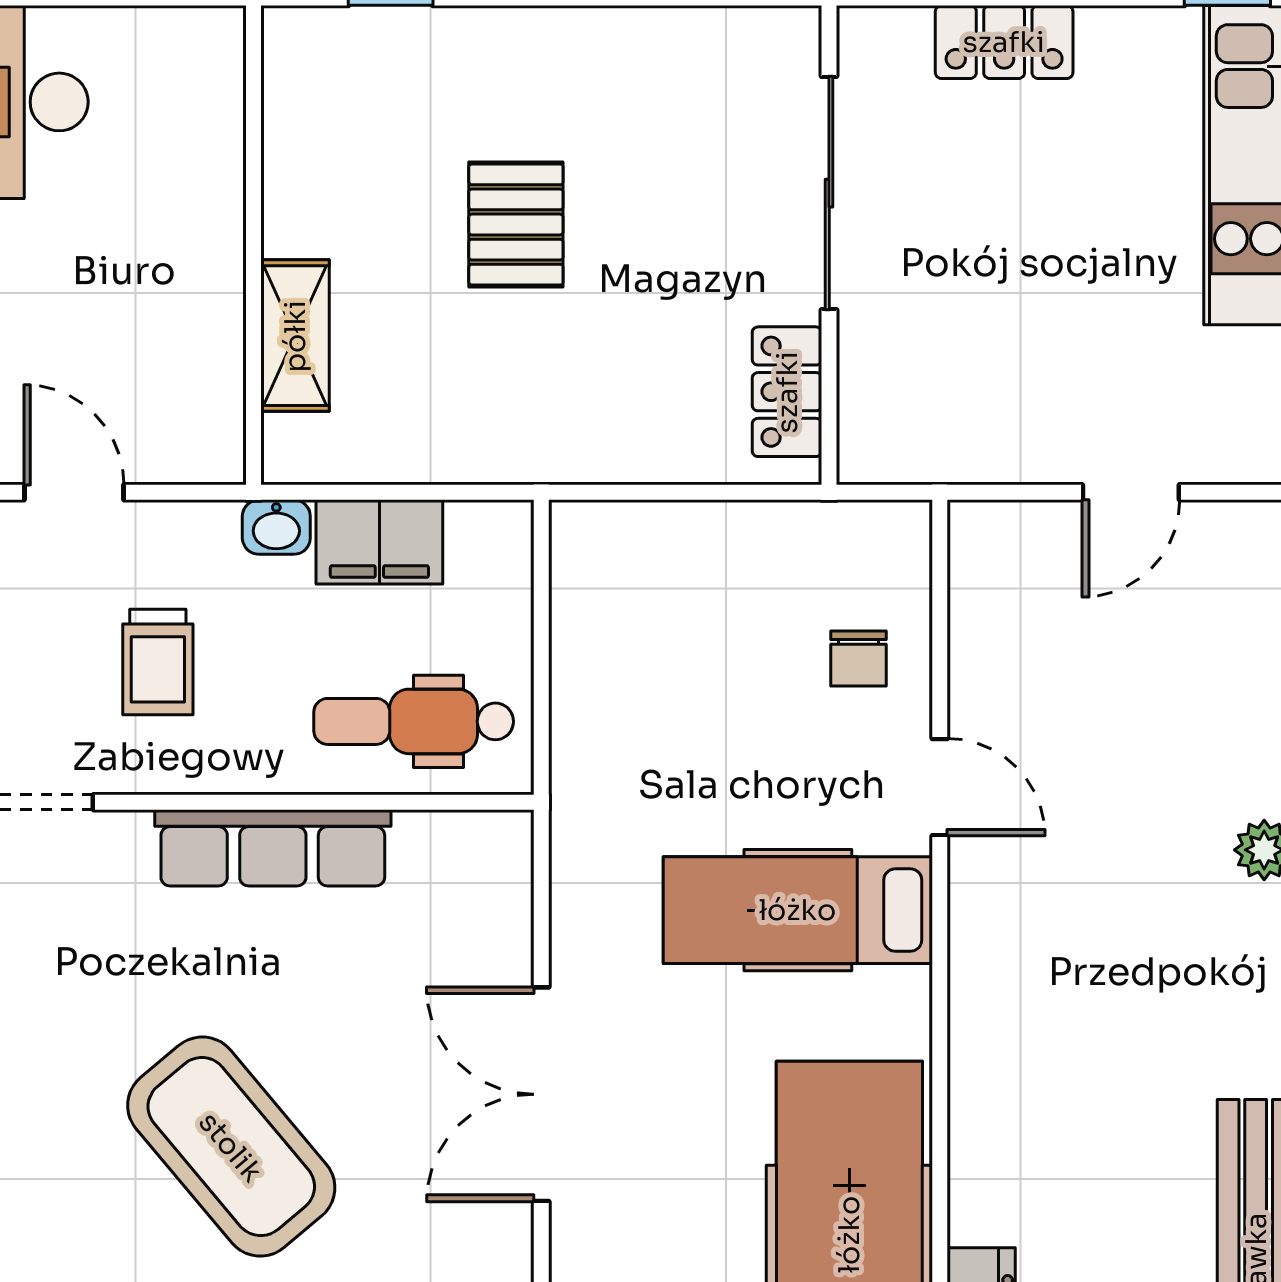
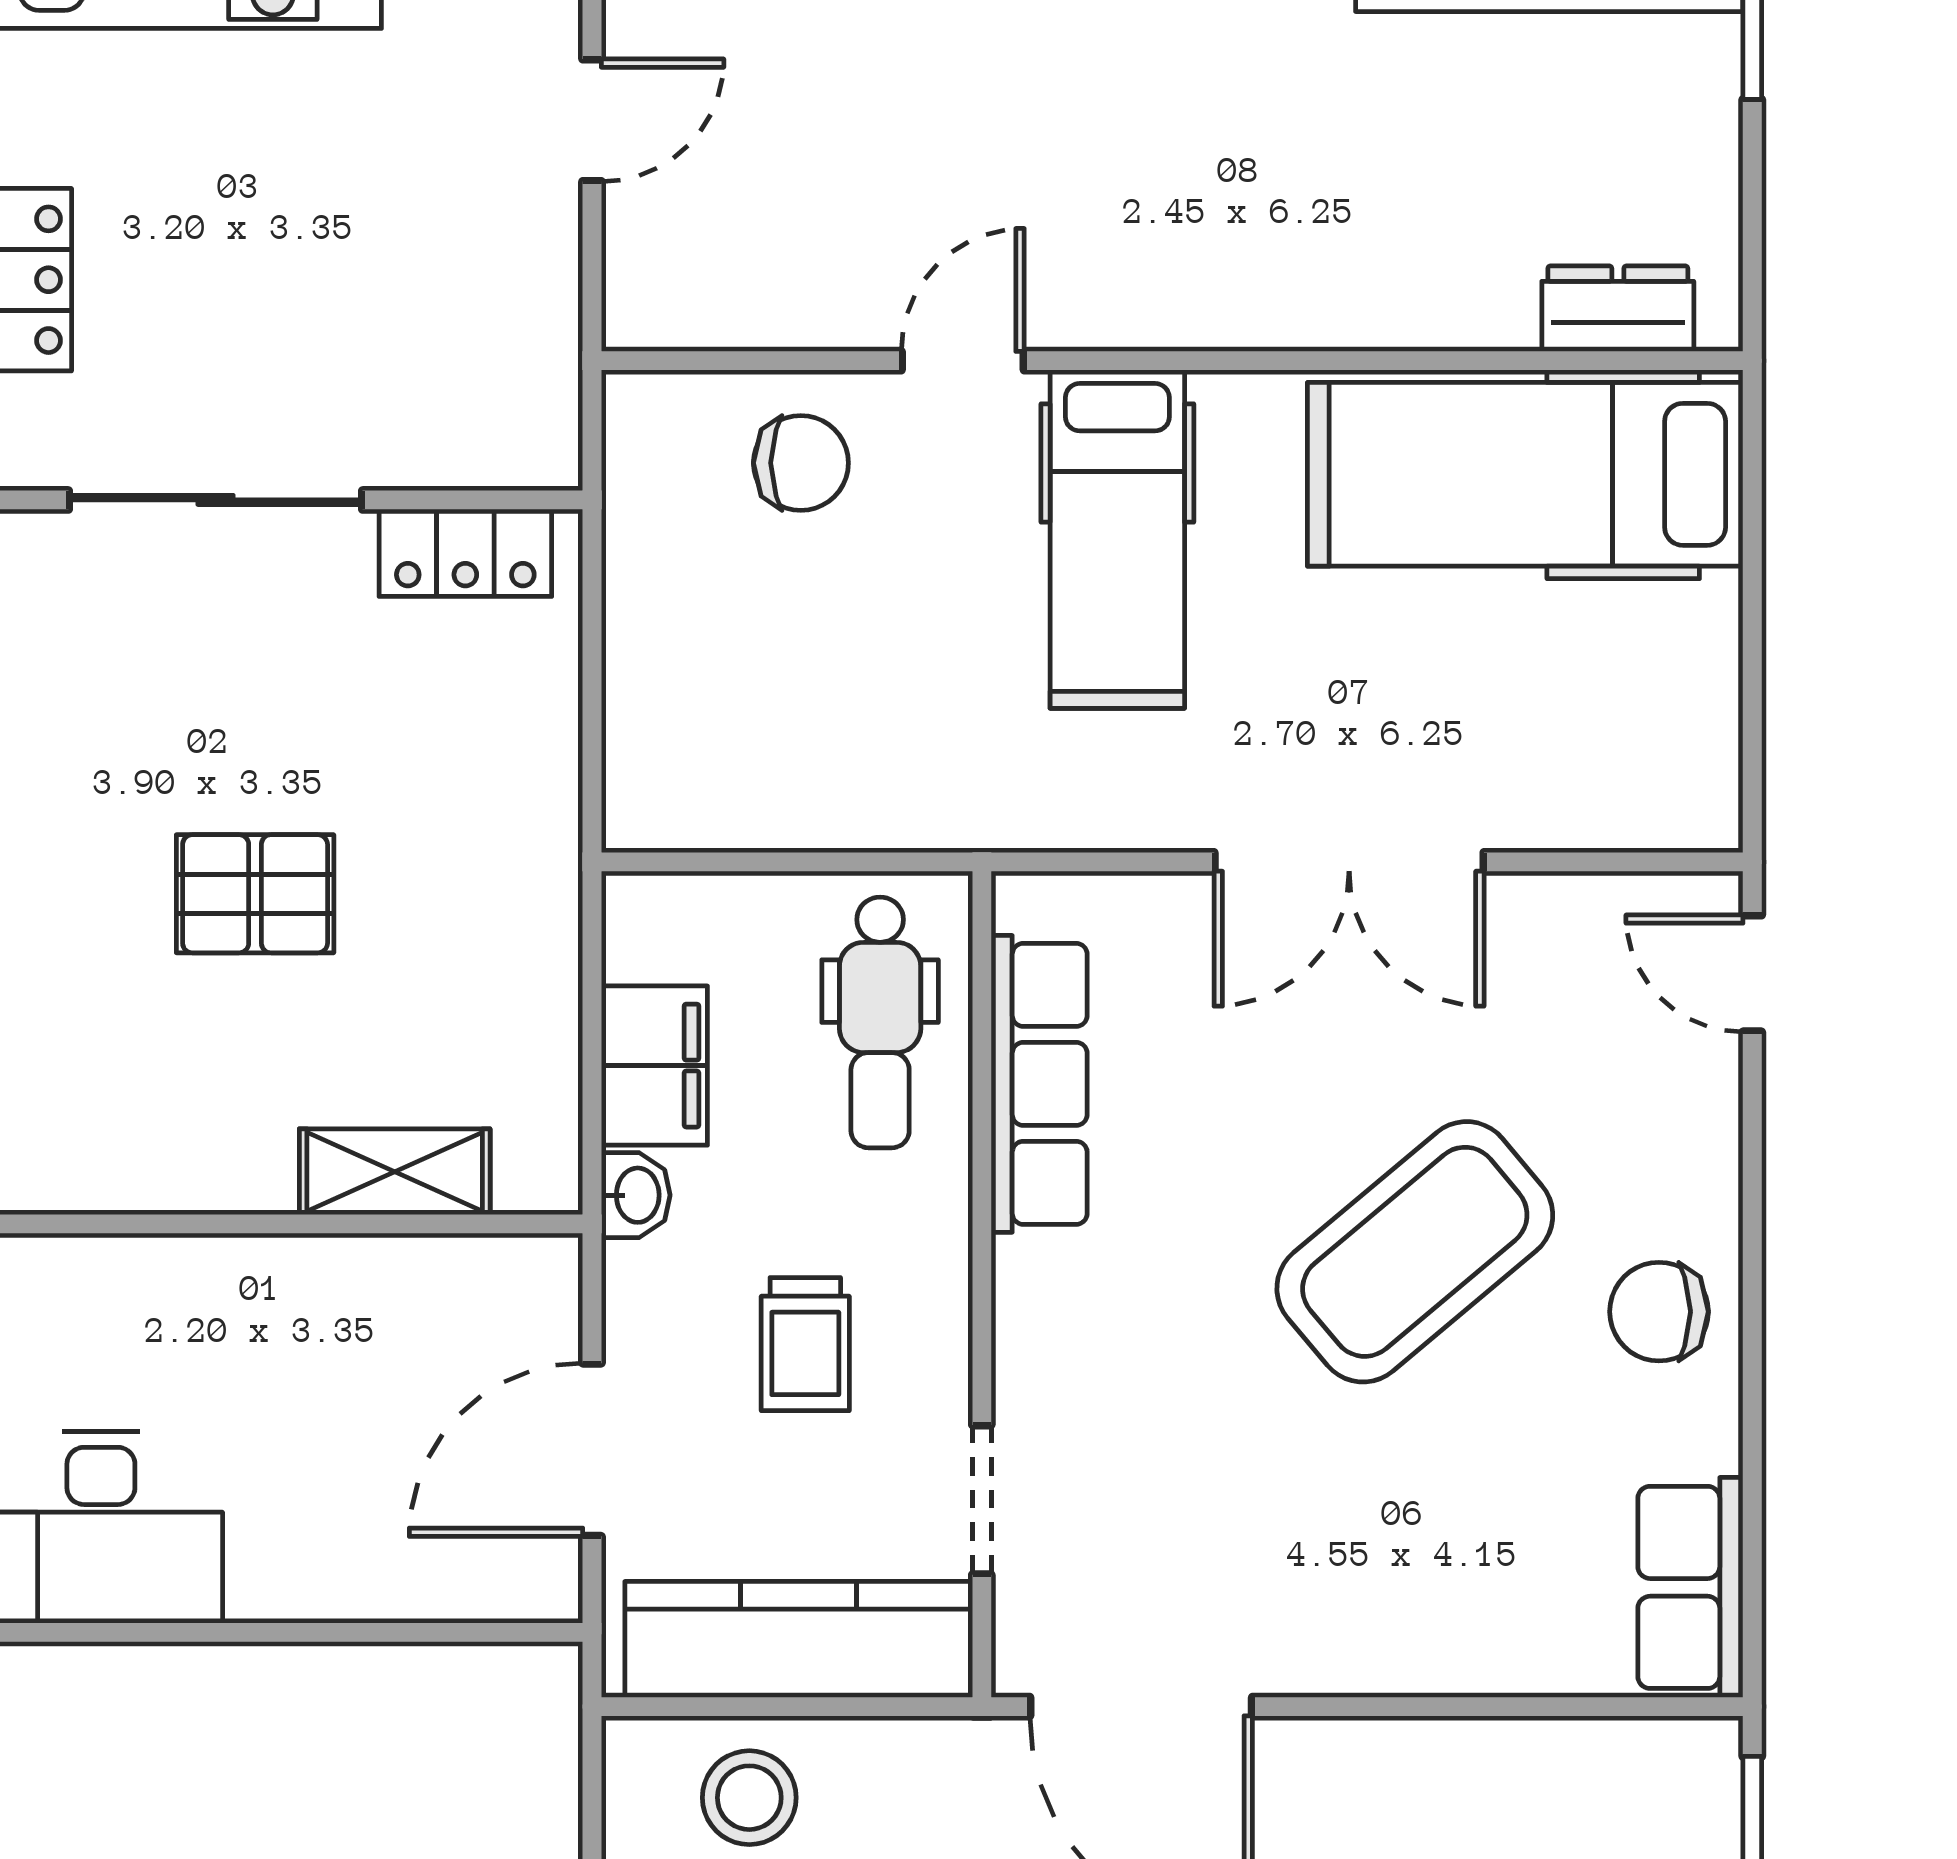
door: (74, 492) -> (592, 1450), width x1.37
door: (1131, 492) -> (592, 120), hinge flipped
chair: (858, 658) -> (801, 463), width x1.37, depth x1.37
trolley: (158, 662) -> (805, 1344), turned 90
row of seats: (273, 848) -> (1039, 1084), moved

